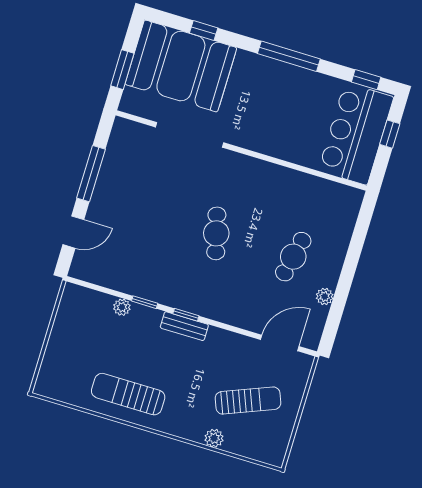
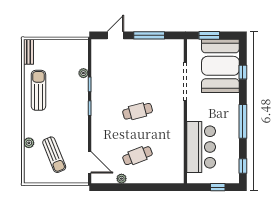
bar counter: (356, 134) -> (201, 147), moved, turned 90
door: (73, 232) -> (115, 35), swing flipped
cafe table: (293, 257) -> (138, 156), turned -33
bench: (184, 326) -> (28, 52), moved

